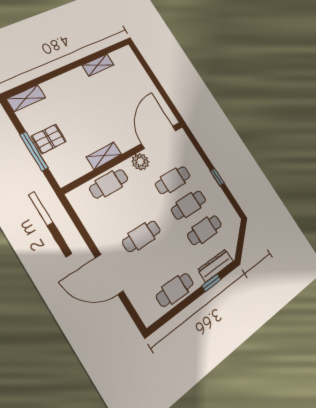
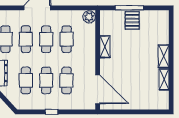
shelving: (26, 98) -> (164, 56), moved
plant: (140, 162) -> (89, 17), moved
cafe table: (109, 184) -> (67, 39), moved
cafe table: (158, 263) -> (26, 39), added

